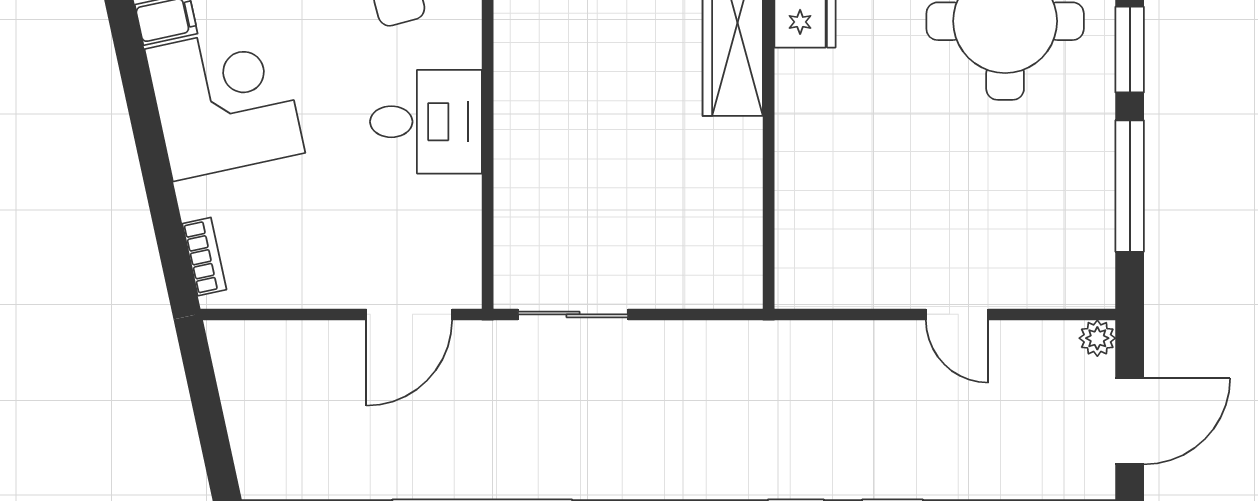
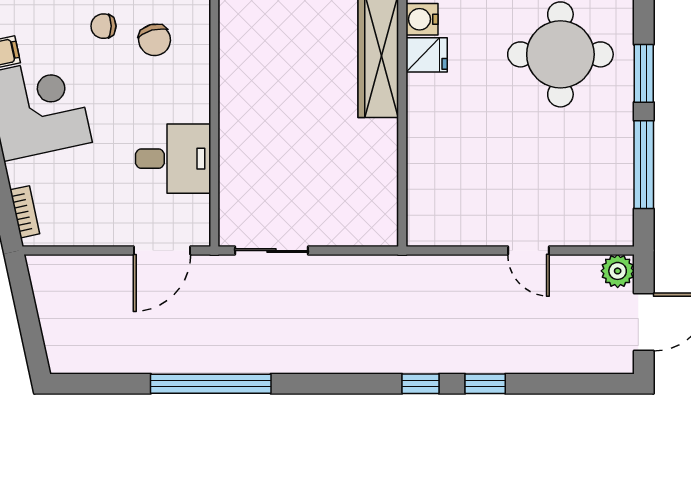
desk: (426, 122) -> (173, 159), moved
plant: (1097, 338) -> (618, 271), width x1.38, depth x1.38

